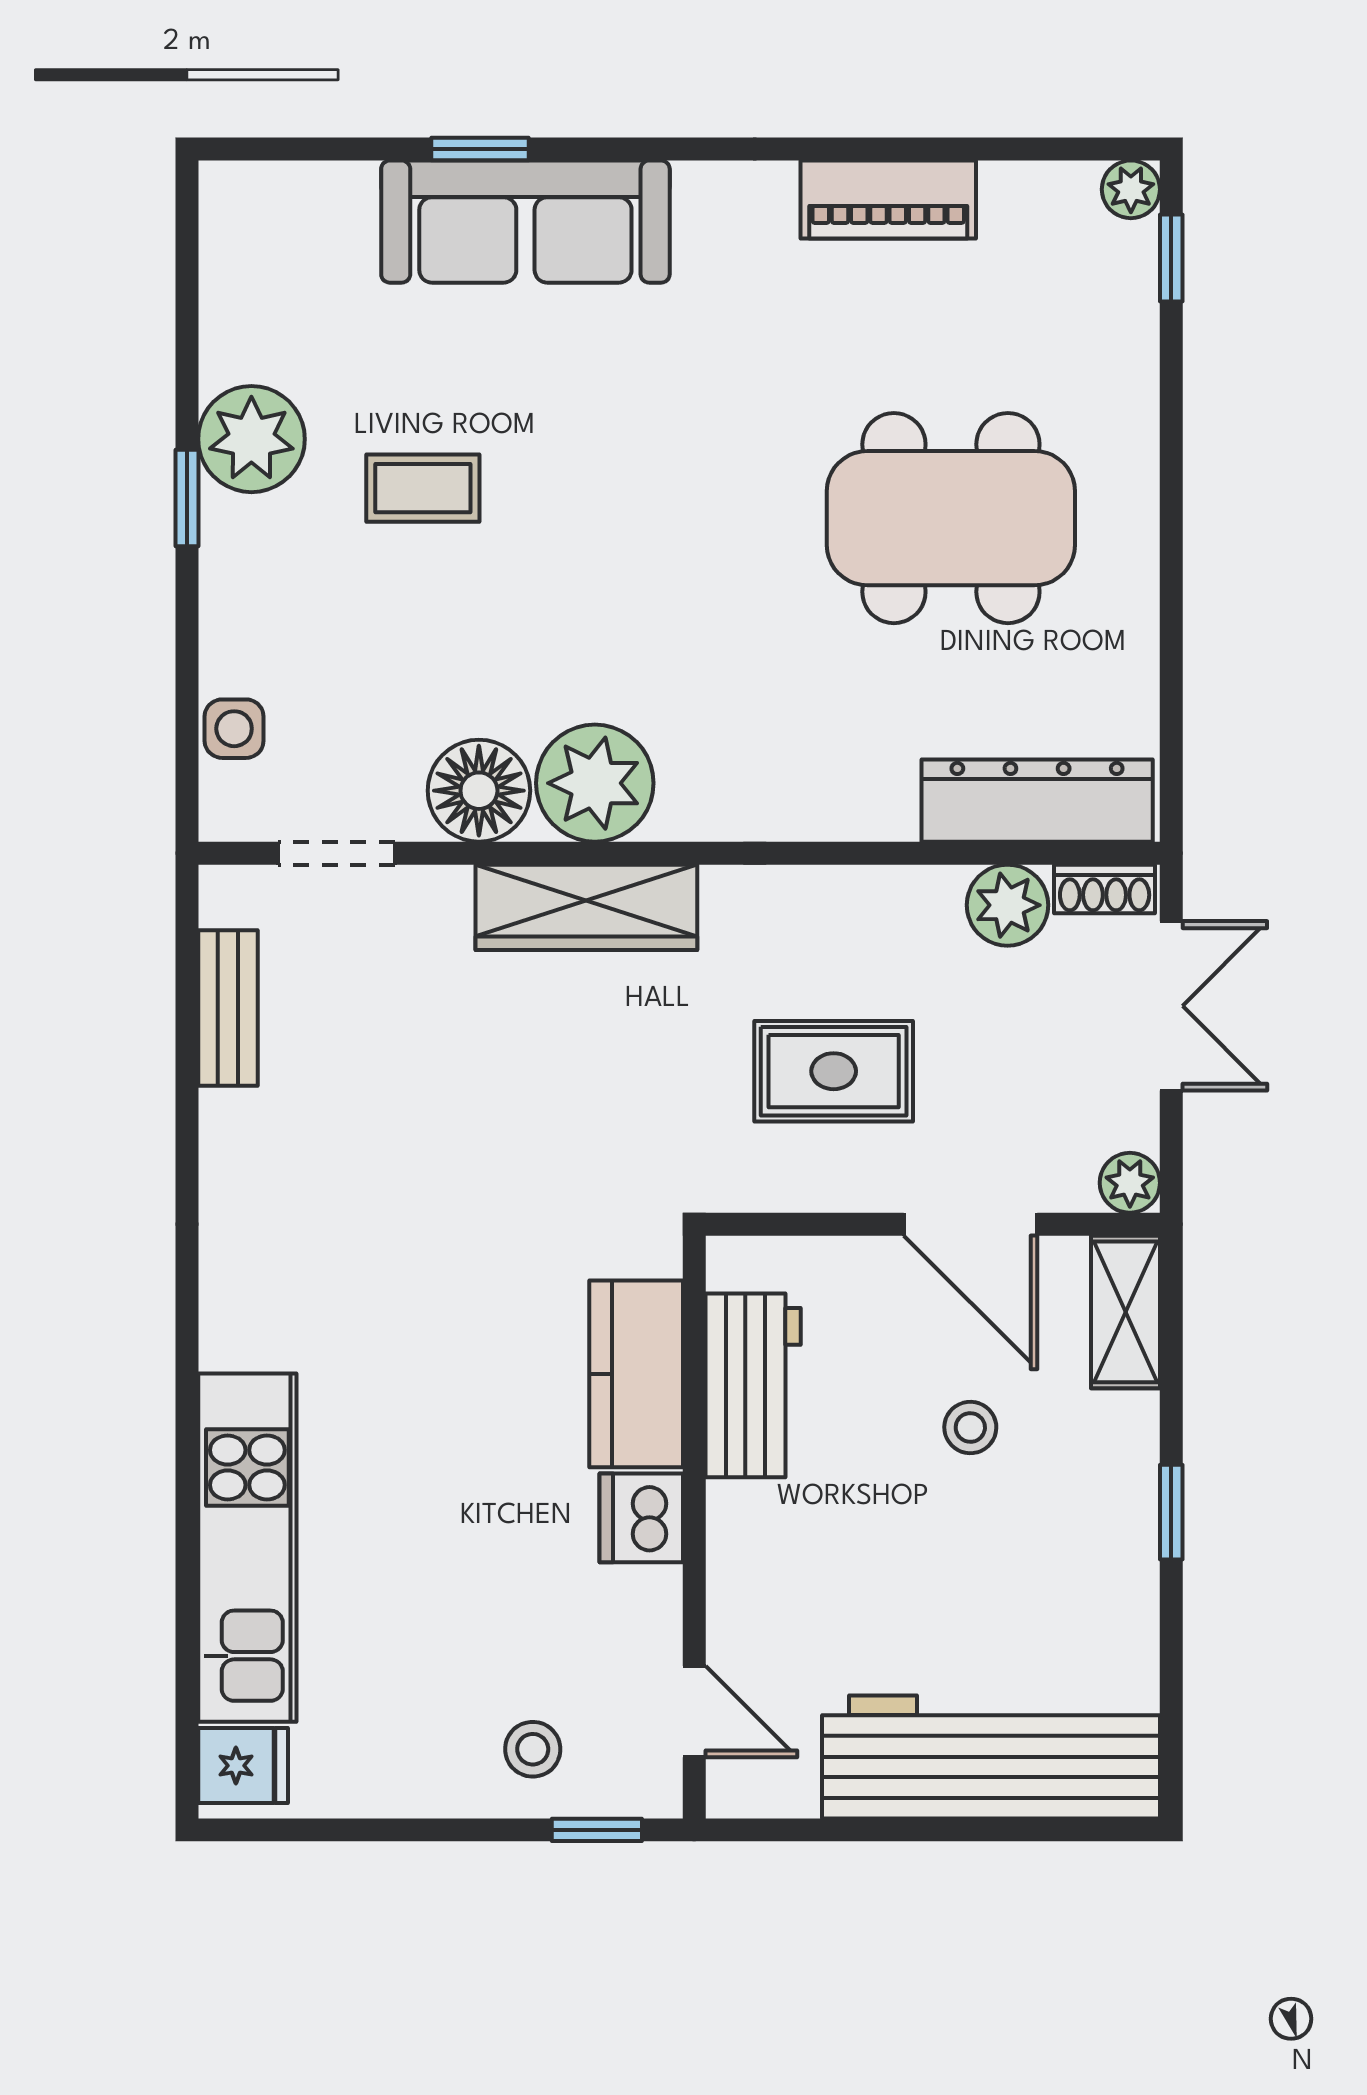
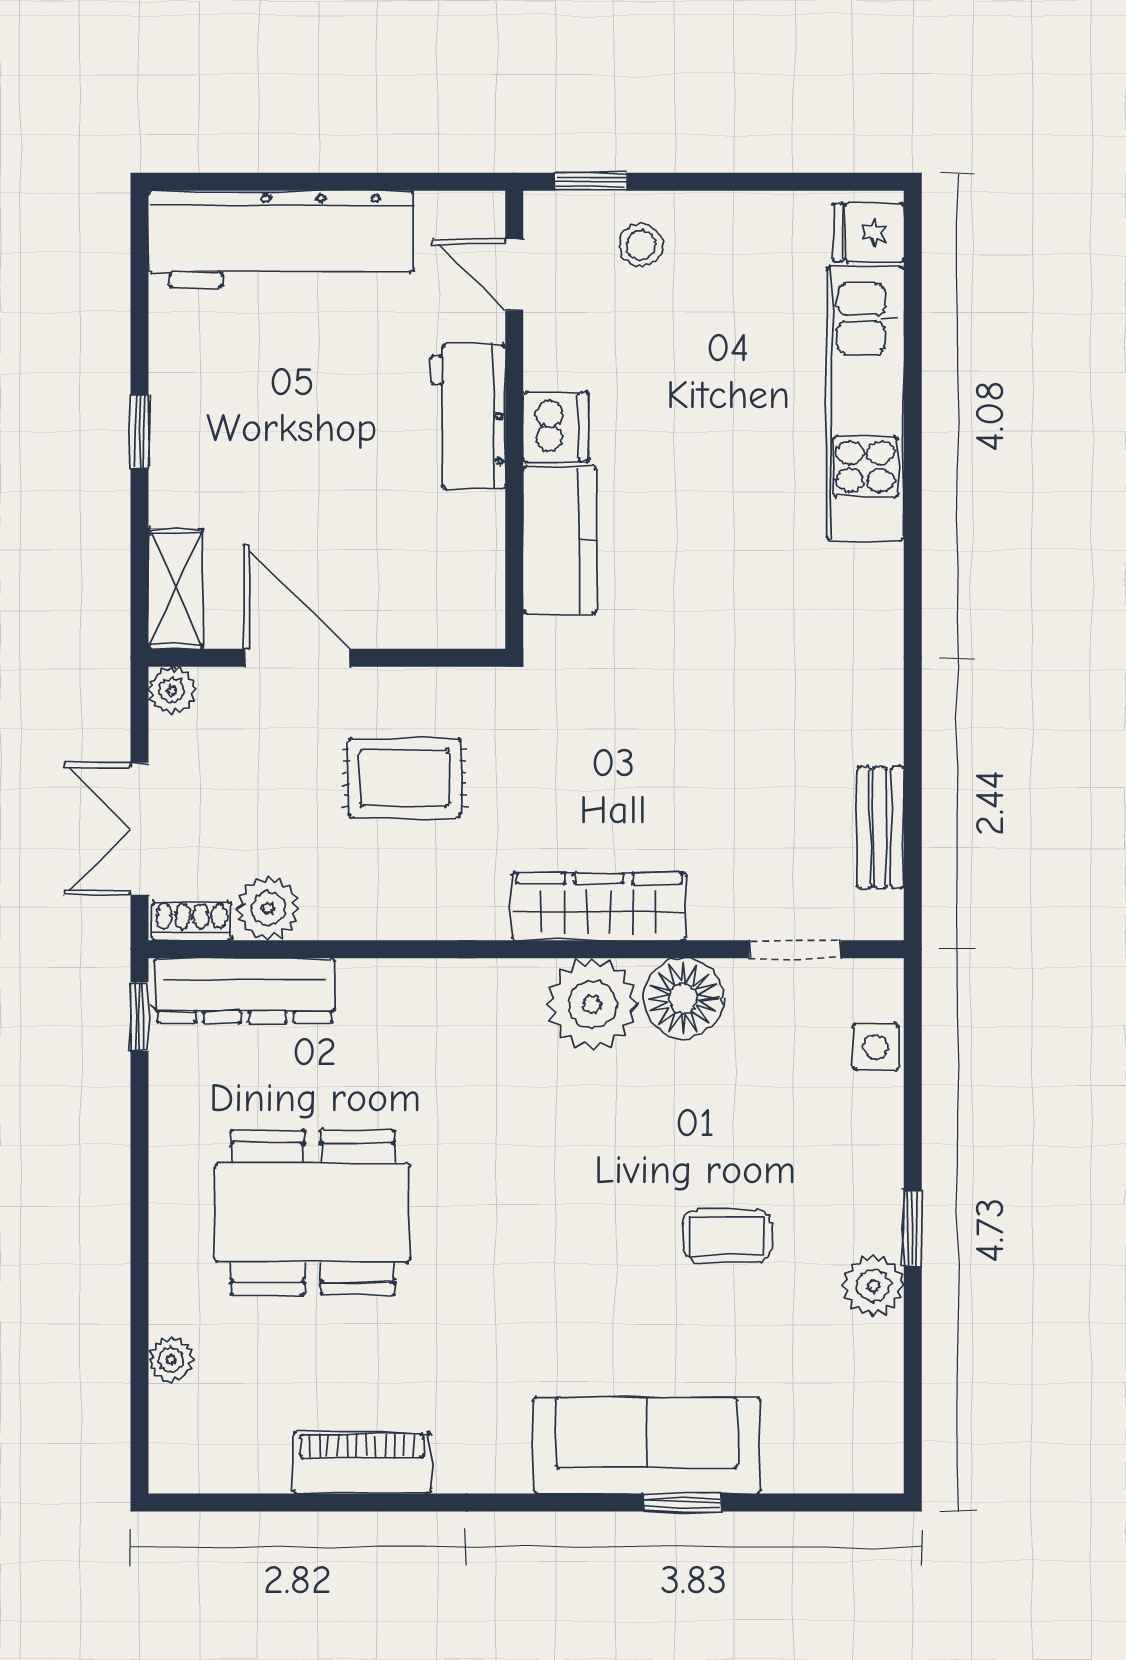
plant: (1131, 189) -> (171, 1360), moved
window: (1171, 258) -> (139, 1017), moved
plant: (251, 439) -> (873, 1286), width x0.73, depth x0.73
workbench: (753, 1385) -> (468, 417), moved
stool: (970, 1427) -> (297, 498), removed

